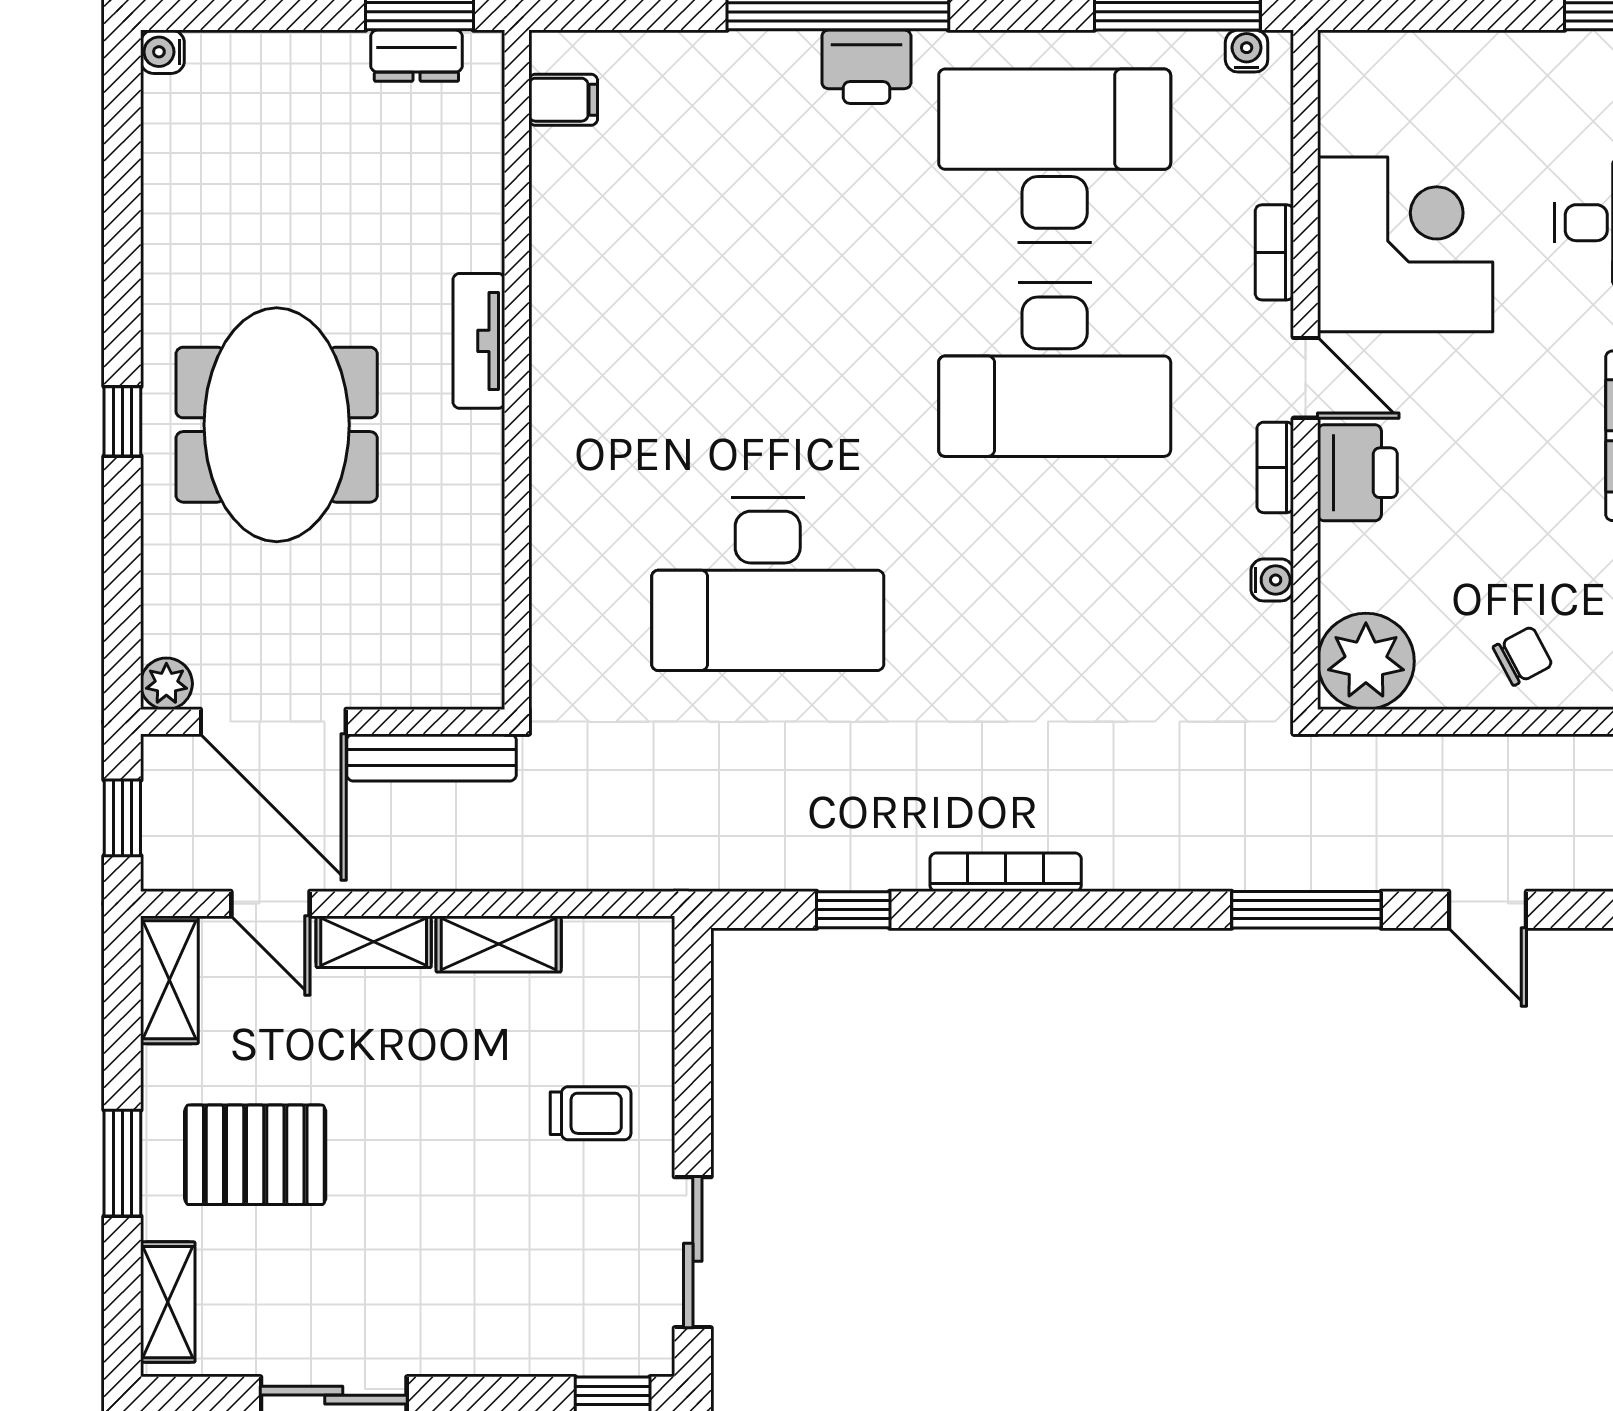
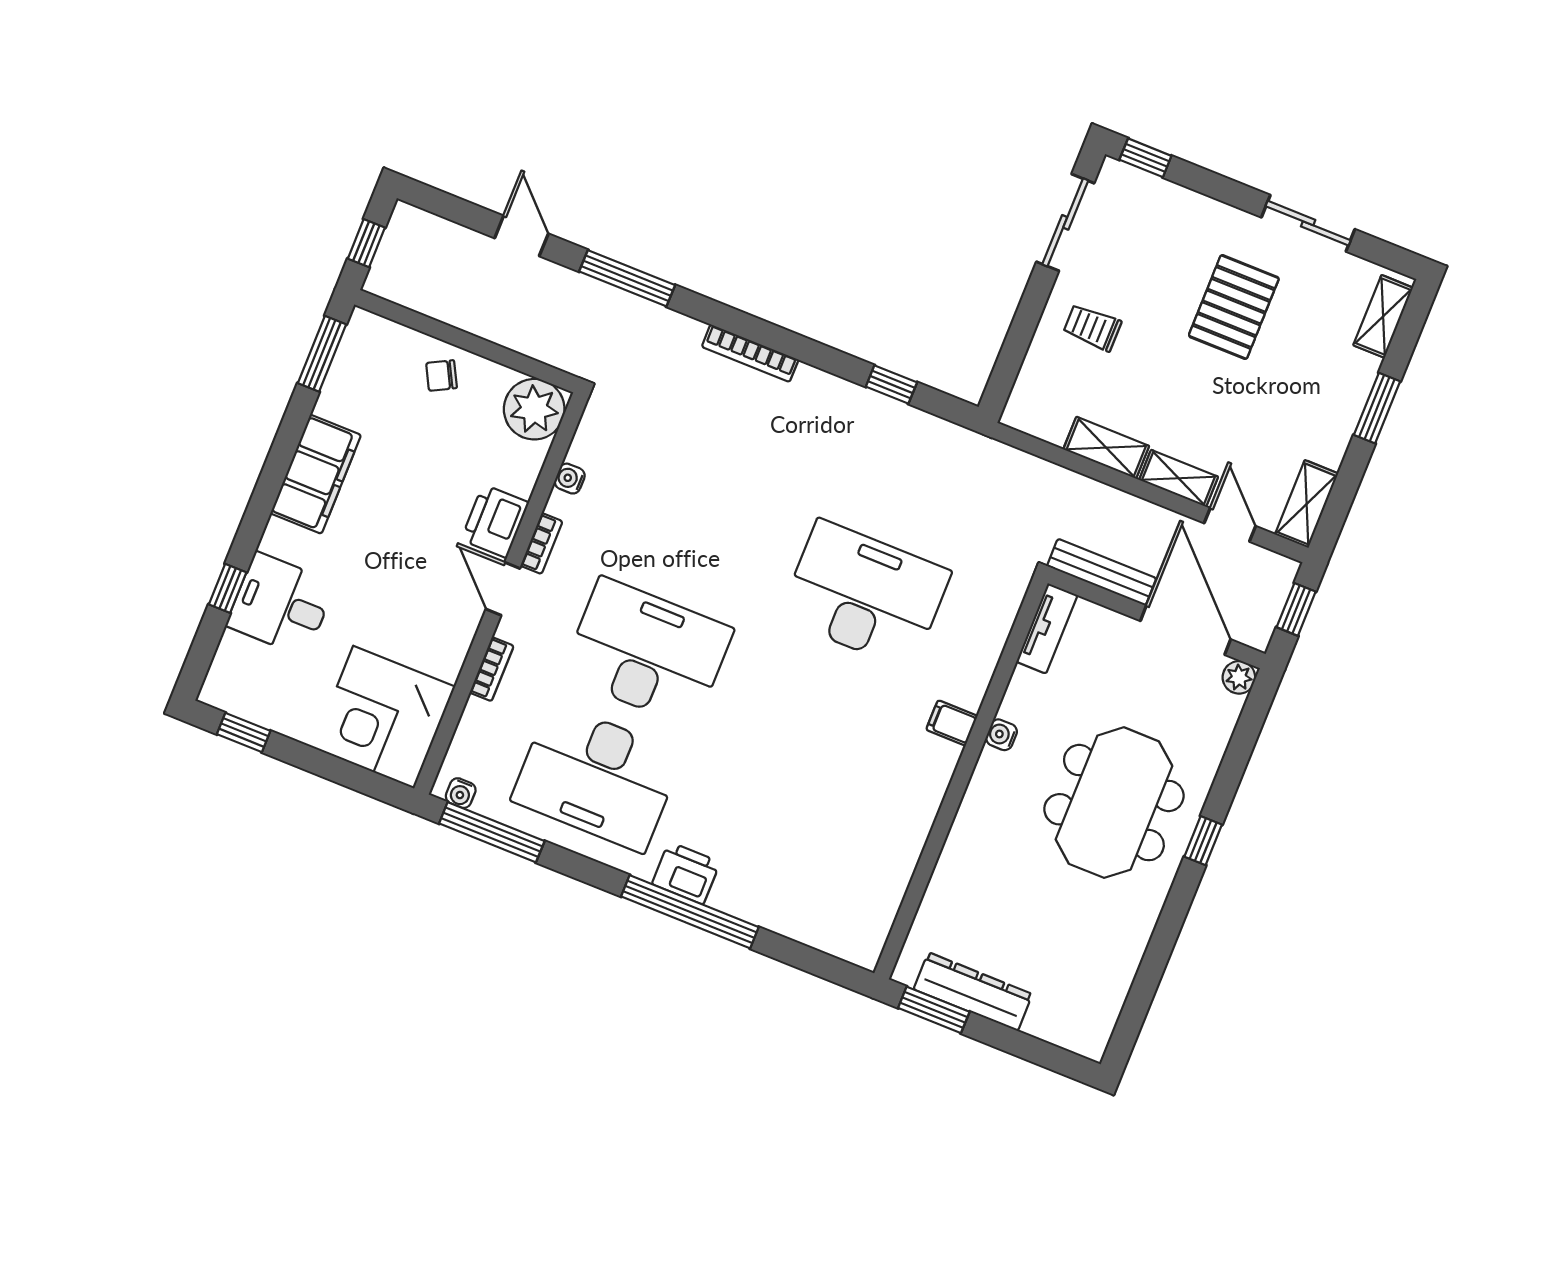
water cooler: (162, 52) -> (1001, 735), moved, turned 180
dresser: (416, 56) -> (973, 992), width x1.96, depth x1.24
filing cabinet: (563, 100) -> (952, 723), moved
corner desk: (1405, 244) -> (384, 717), moved
tv unit: (479, 341) -> (1047, 628), moved
bookcase: (1006, 872) -> (750, 353), moved
pallet: (255, 1155) -> (1234, 307), moved, turned 90

